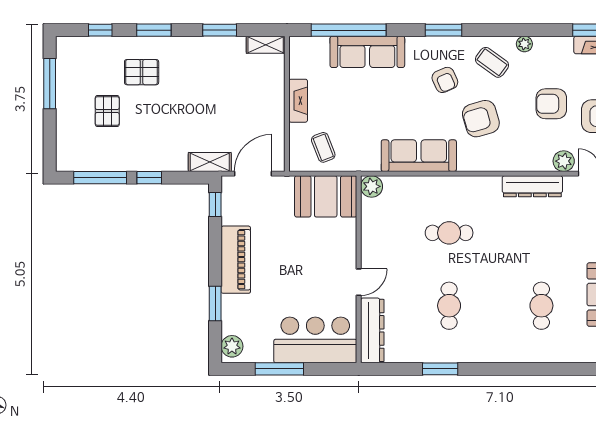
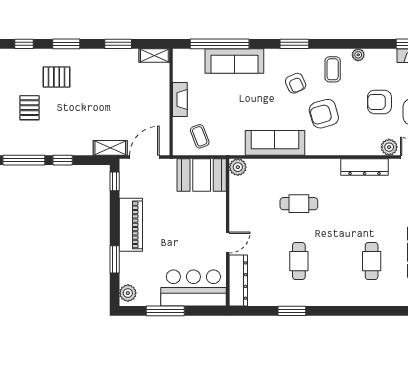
coffee table: (492, 62) -> (333, 69), turned 54

